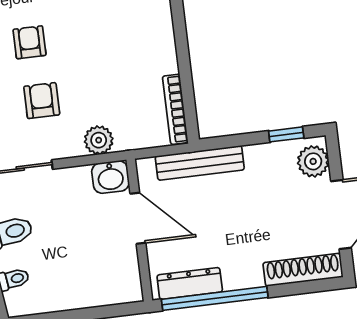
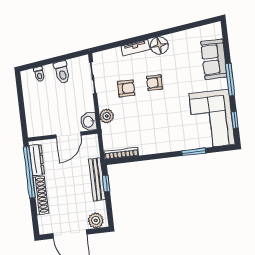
armchair: (30, 42) -> (155, 83), turned 180
window: (286, 134) -> (106, 183), moved
bench: (200, 163) -> (97, 179), moved
shoe rack: (303, 270) -> (41, 195), moved

